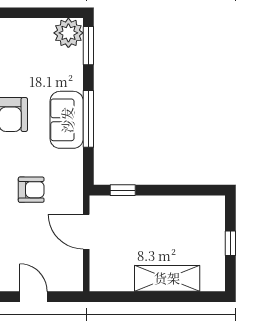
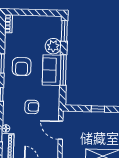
plant: (68, 33) -> (53, 46), moved
window: (123, 190) -> (98, 109), moved

